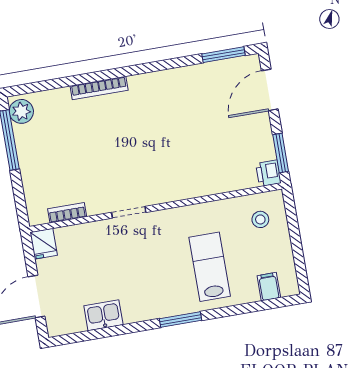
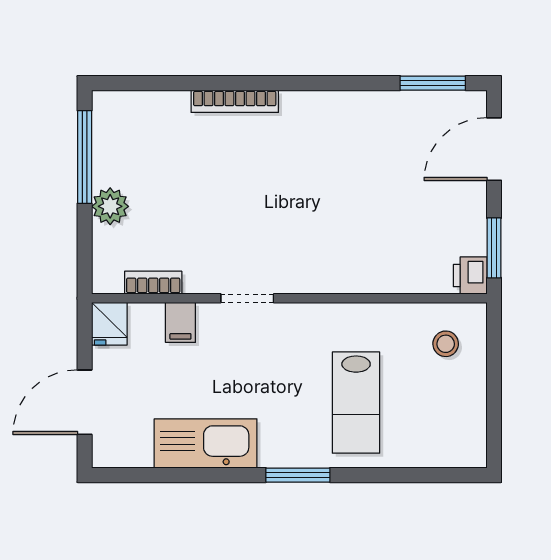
plant: (21, 111) -> (110, 206), moved
lab bench: (210, 267) -> (356, 403), turned 180
filing cabinet: (269, 287) -> (180, 322), moved, turned 180
kitchen sink: (103, 315) -> (206, 444), width x1.87, depth x1.24

